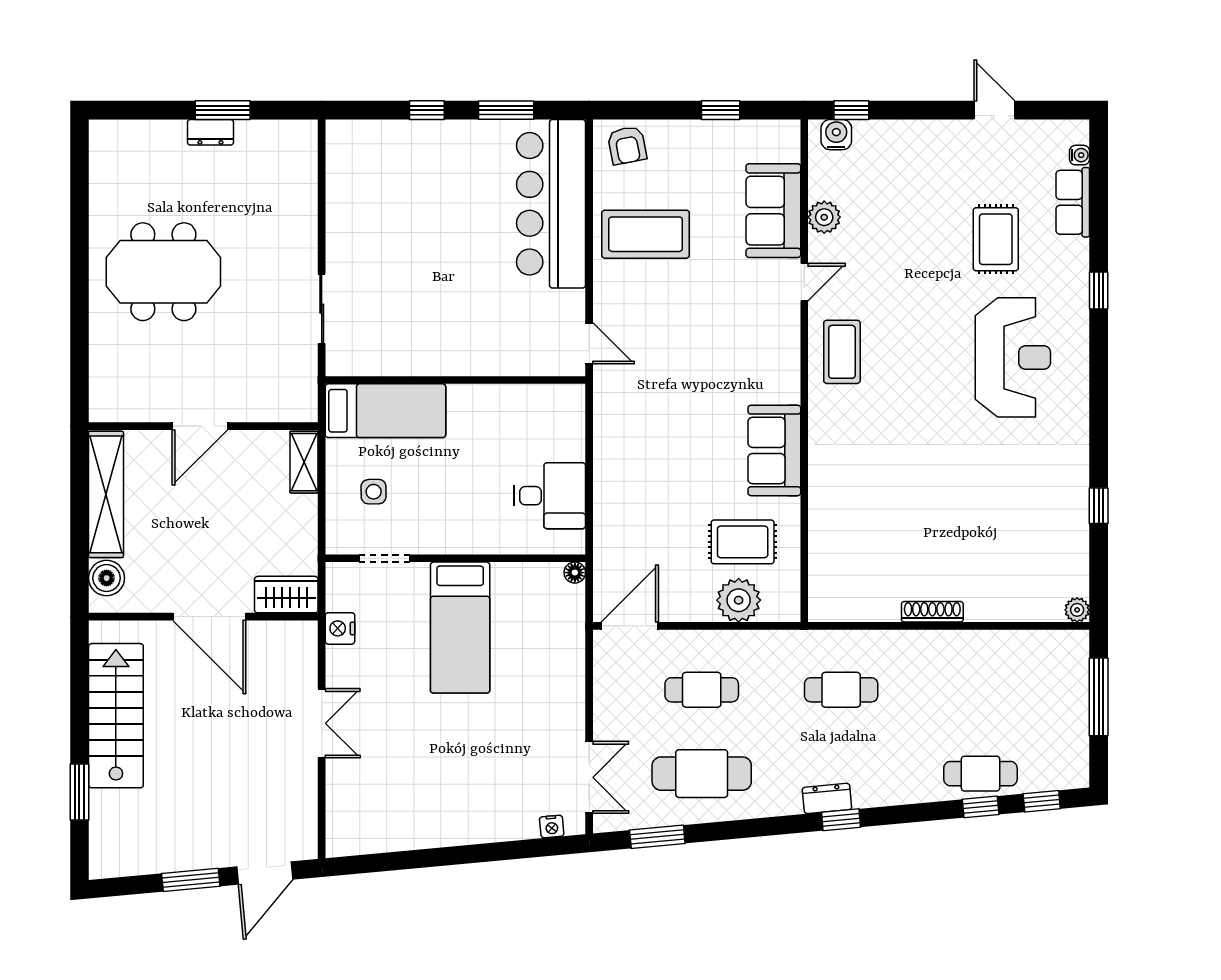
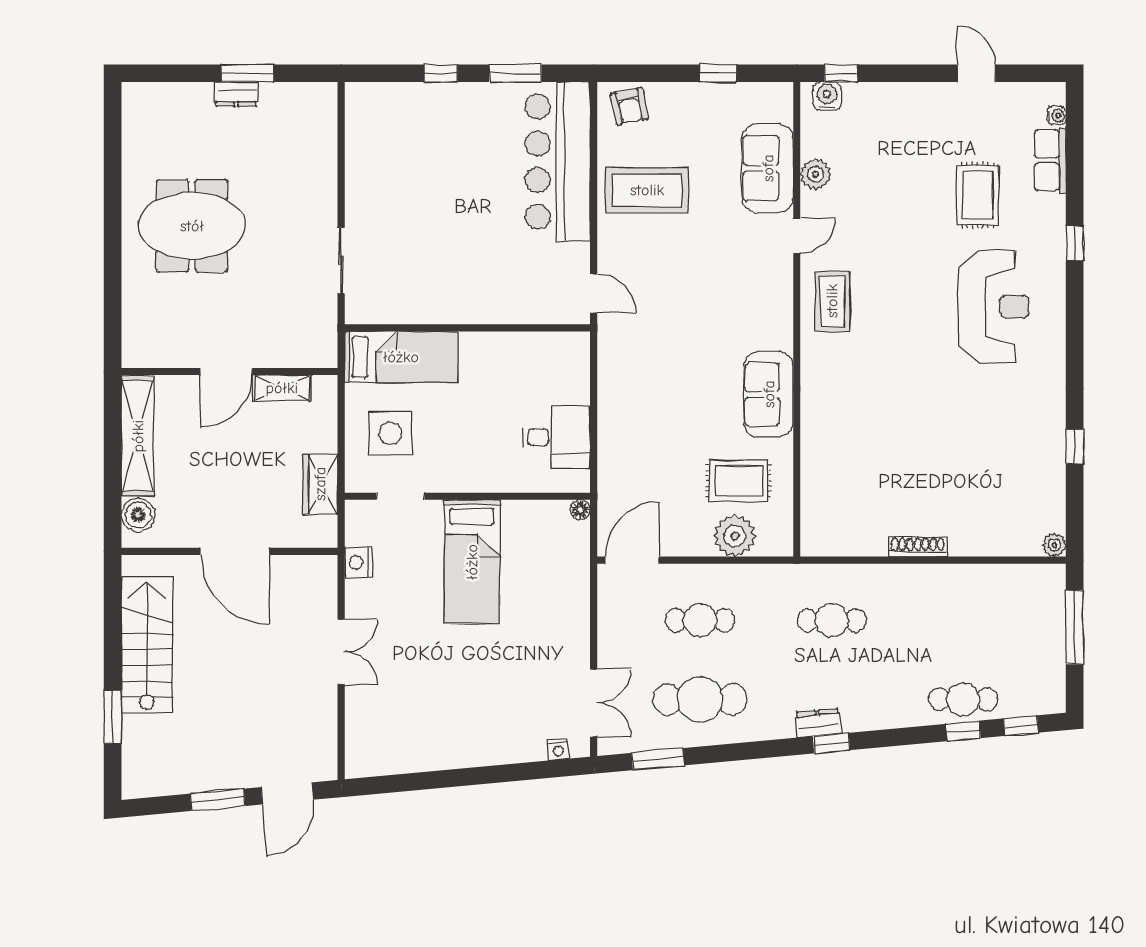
shelving: (304, 462) -> (282, 388), moved, turned 90
side table: (374, 492) -> (390, 433), width x1.87, depth x1.87
wardrobe: (286, 595) -> (320, 484), moved, turned -90

